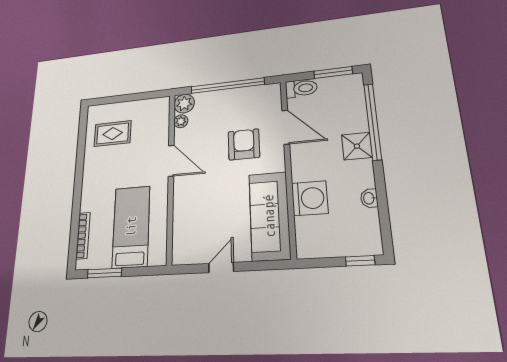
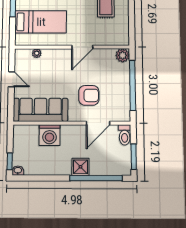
plant: (181, 121) -> (37, 53), moved
washbasin: (369, 198) -> (18, 171), moved

